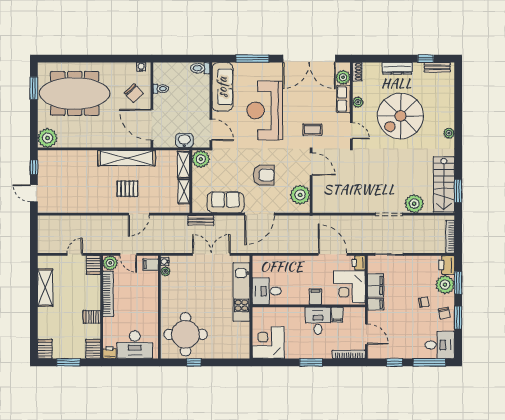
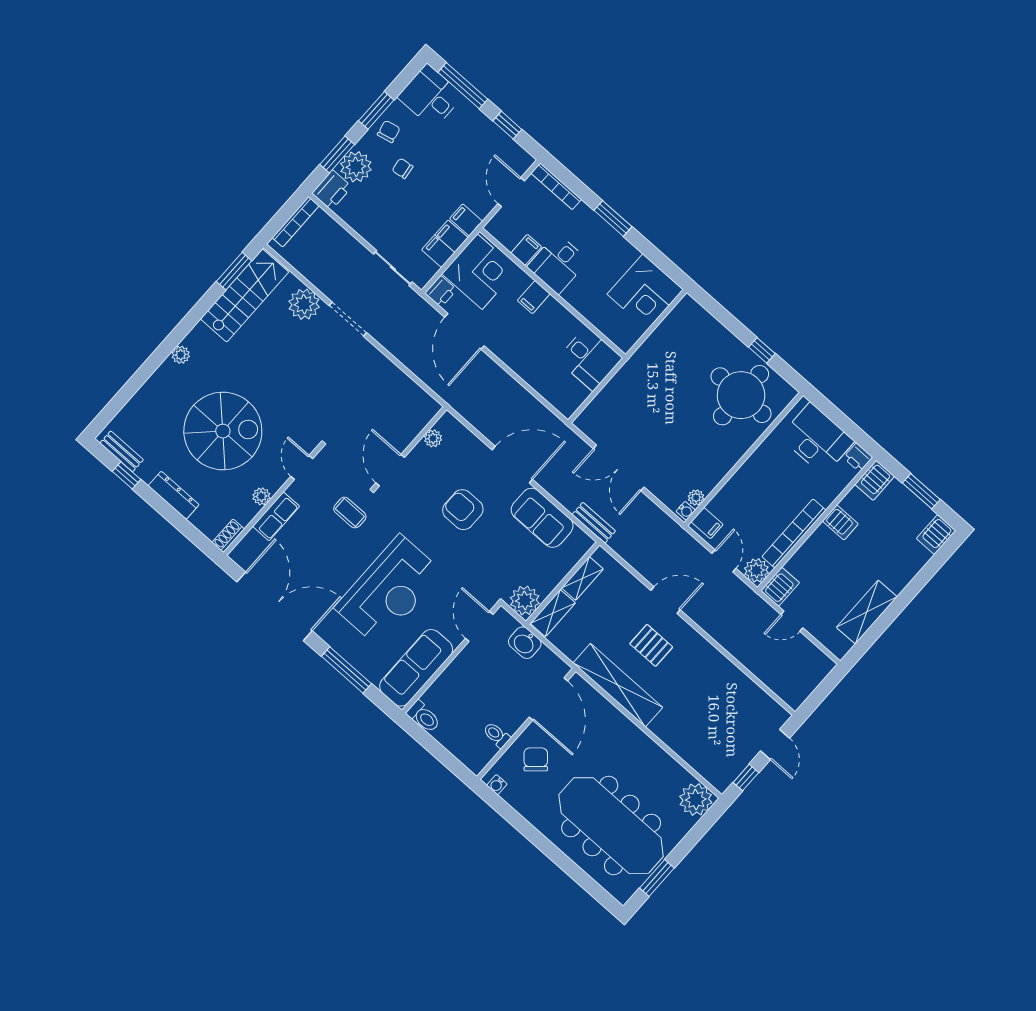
plant: (343, 77) -> (252, 545), removed
plant: (300, 195) -> (433, 438), width x0.53, depth x0.53
kitchen unit: (241, 292) -> (622, 386), removed

